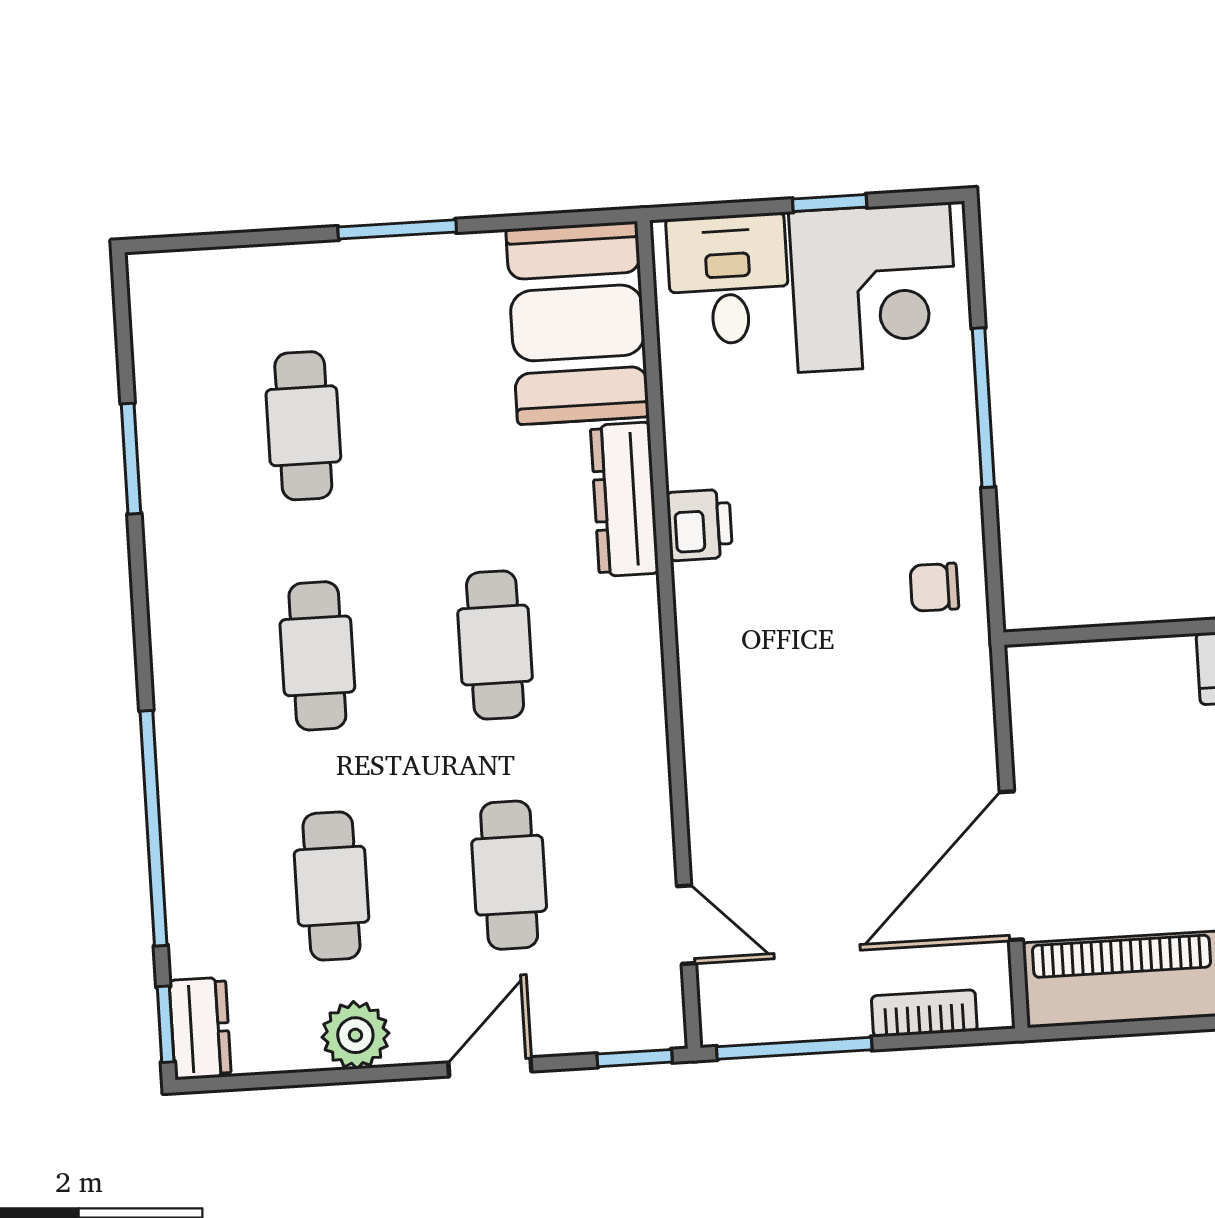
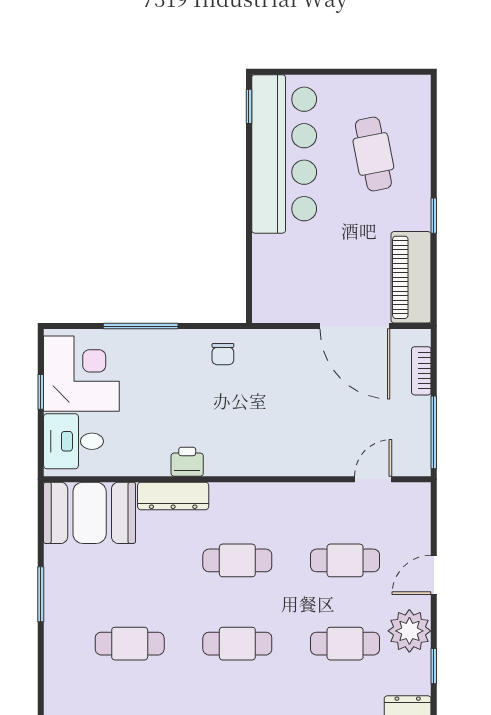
plant: (355, 1035) -> (409, 631), width x1.36, depth x1.36
window: (635, 1058) -> (434, 666), moved
door: (490, 1067) -> (434, 575), hinge flipped

